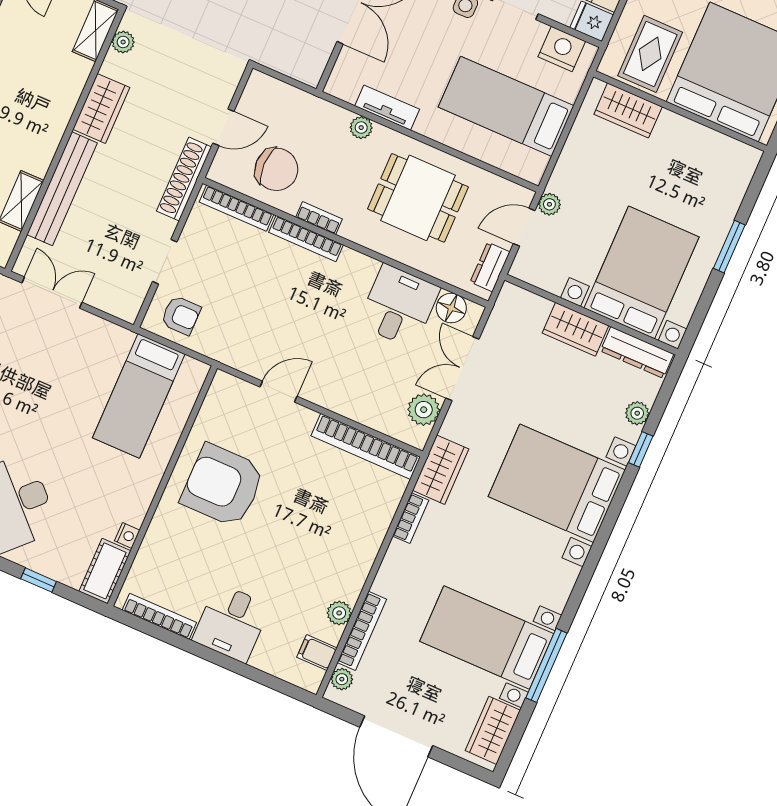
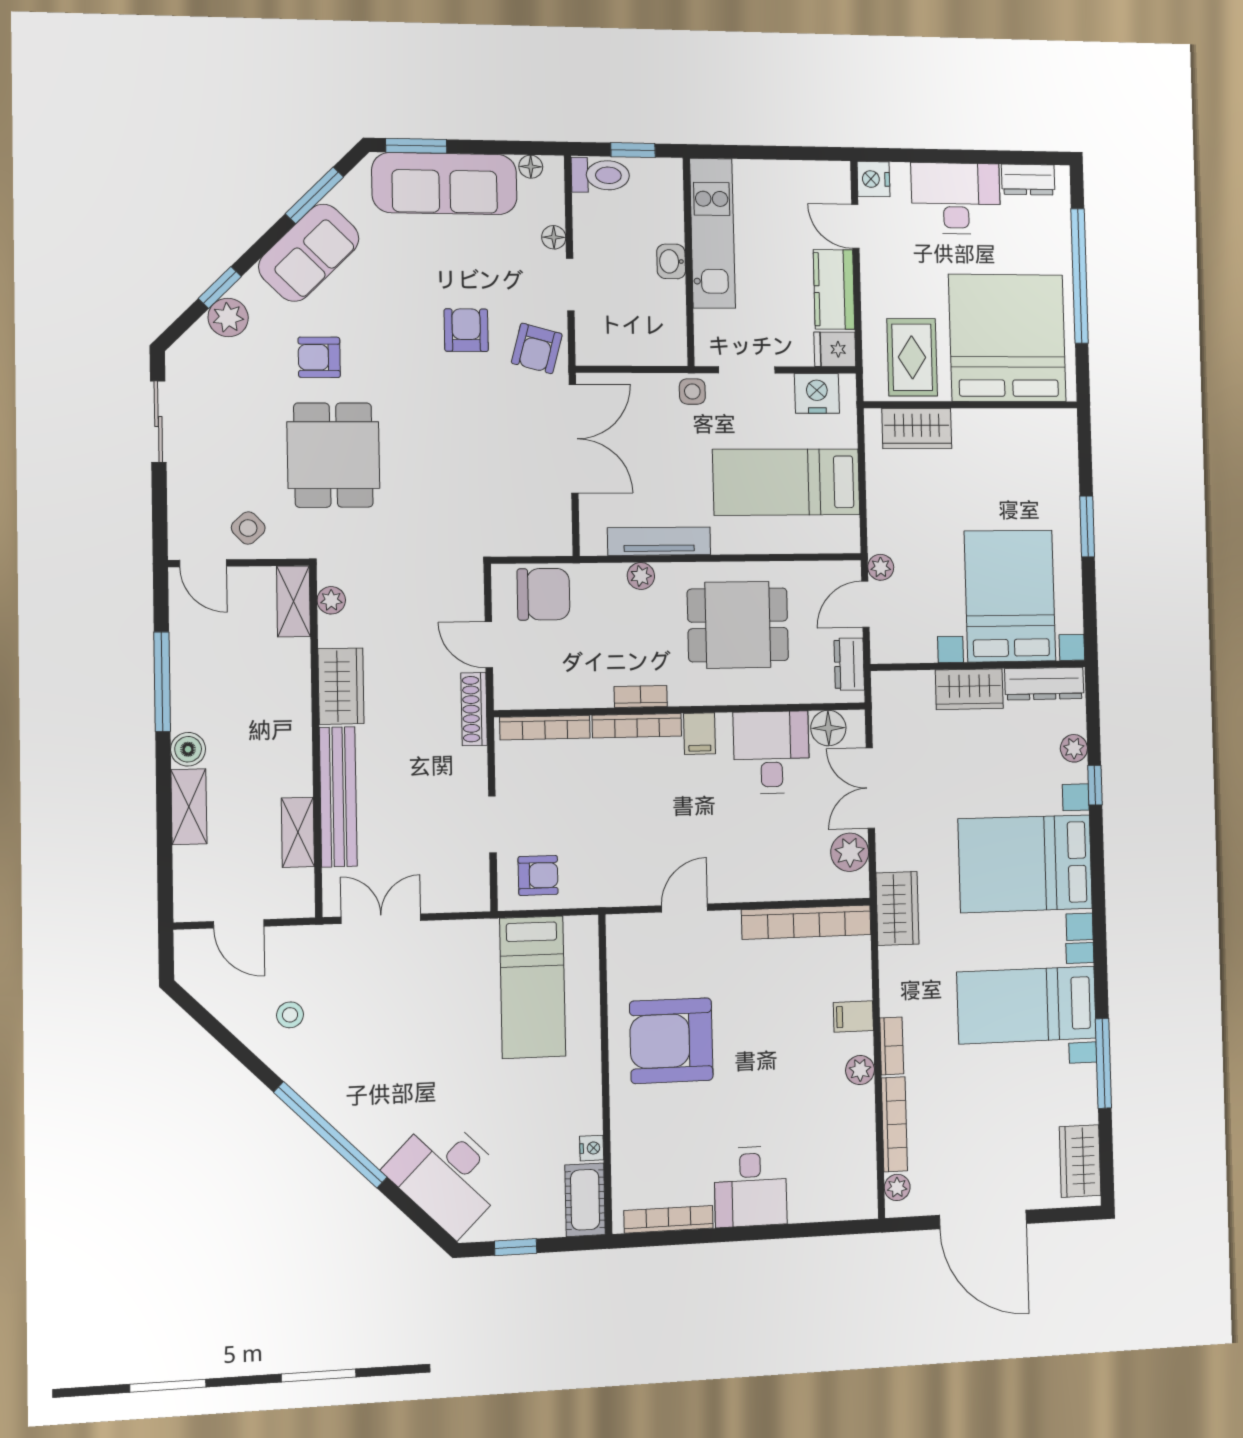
tv unit: (387, 108) -> (659, 541), width x1.41
door: (223, 127) -> (489, 645), swing flipped
chair: (276, 169) -> (543, 594), moved
shoe rack: (184, 179) -> (474, 709), width x0.74, depth x0.81
filing cabinet: (351, 266) -> (700, 734), added
bookcase: (411, 518) -> (892, 1046), moved
plant: (339, 613) -> (860, 1070), moved
bed with nightstands: (487, 638) -> (1027, 1005), moved
filing cabinet: (317, 653) -> (853, 1017), moved

